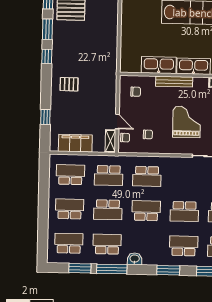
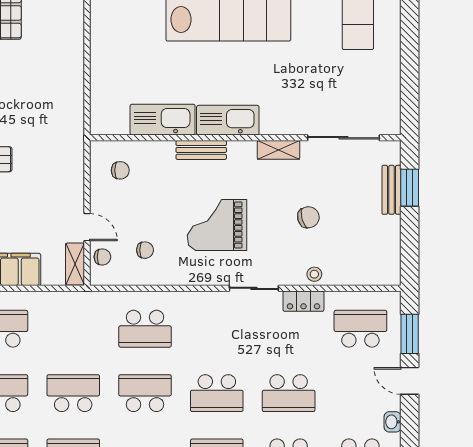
bench: (174, 82) -> (201, 150), width x0.73
grand piano: (187, 122) -> (217, 225), turned -90
school desk: (109, 175) -> (73, 329), removed
school desk: (108, 210) -> (73, 393), turned 180

